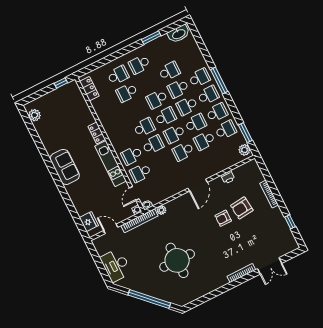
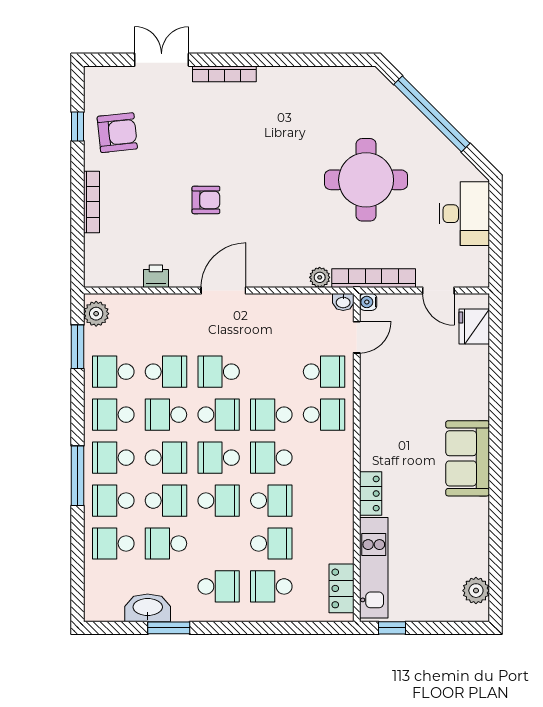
washbasin: (179, 34) -> (148, 608), moved
school desk: (191, 60) -> (113, 544), added
school desk: (136, 110) -> (271, 501), added
school desk: (183, 151) -> (219, 372), turned 180
kitchen unit: (111, 164) -> (374, 568), moved
armchair: (242, 208) -> (117, 133), moved
round table: (177, 260) -> (366, 180), moved

